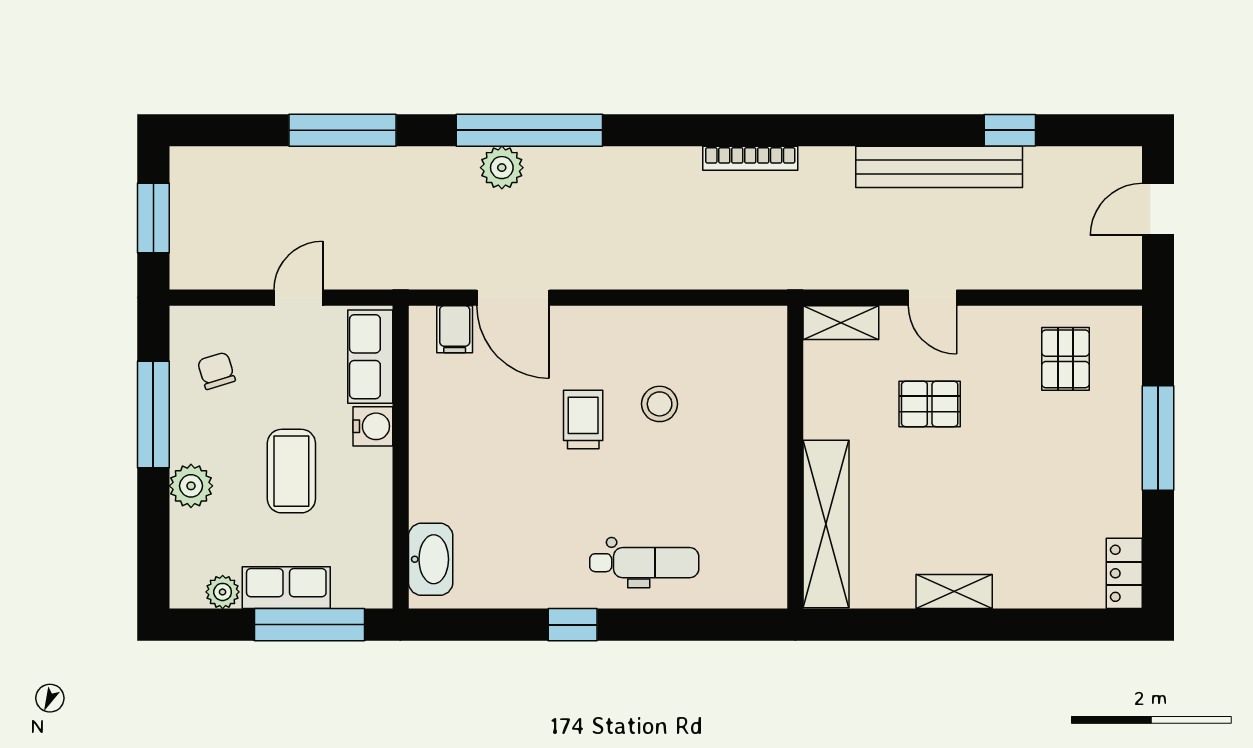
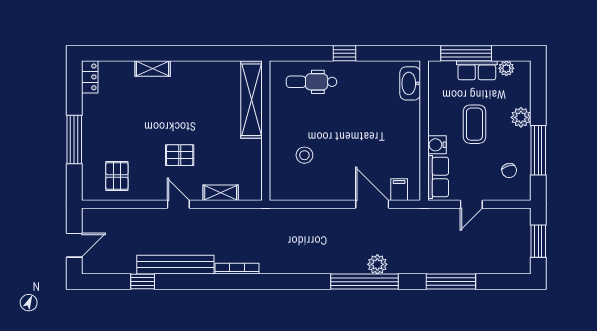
bookcase: (750, 158) -> (237, 269), moved
trolley: (583, 420) -> (340, 148), removed
wall: (795, 457) -> (266, 131), moved
shelving: (826, 524) -> (251, 100), moved
shelving: (954, 592) -> (153, 68), moved

